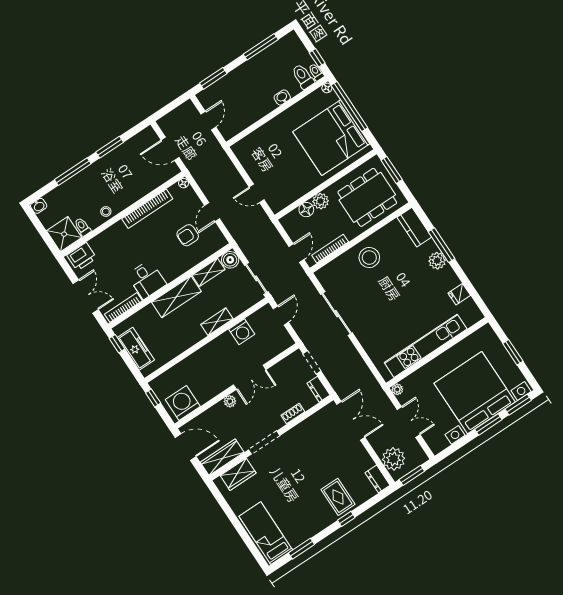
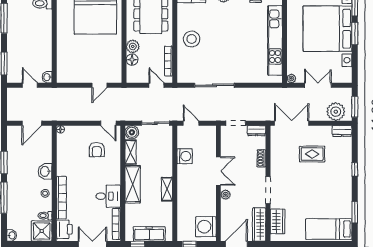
washbasin: (282, 97) -> (47, 77), moved
washbasin: (129, 196) -> (45, 171), added
bookcase: (147, 209) -> (61, 198), moved
door: (212, 212) -> (108, 123), moved
shelving: (217, 322) -> (167, 189), moved
rug: (338, 497) -> (312, 154), moved

